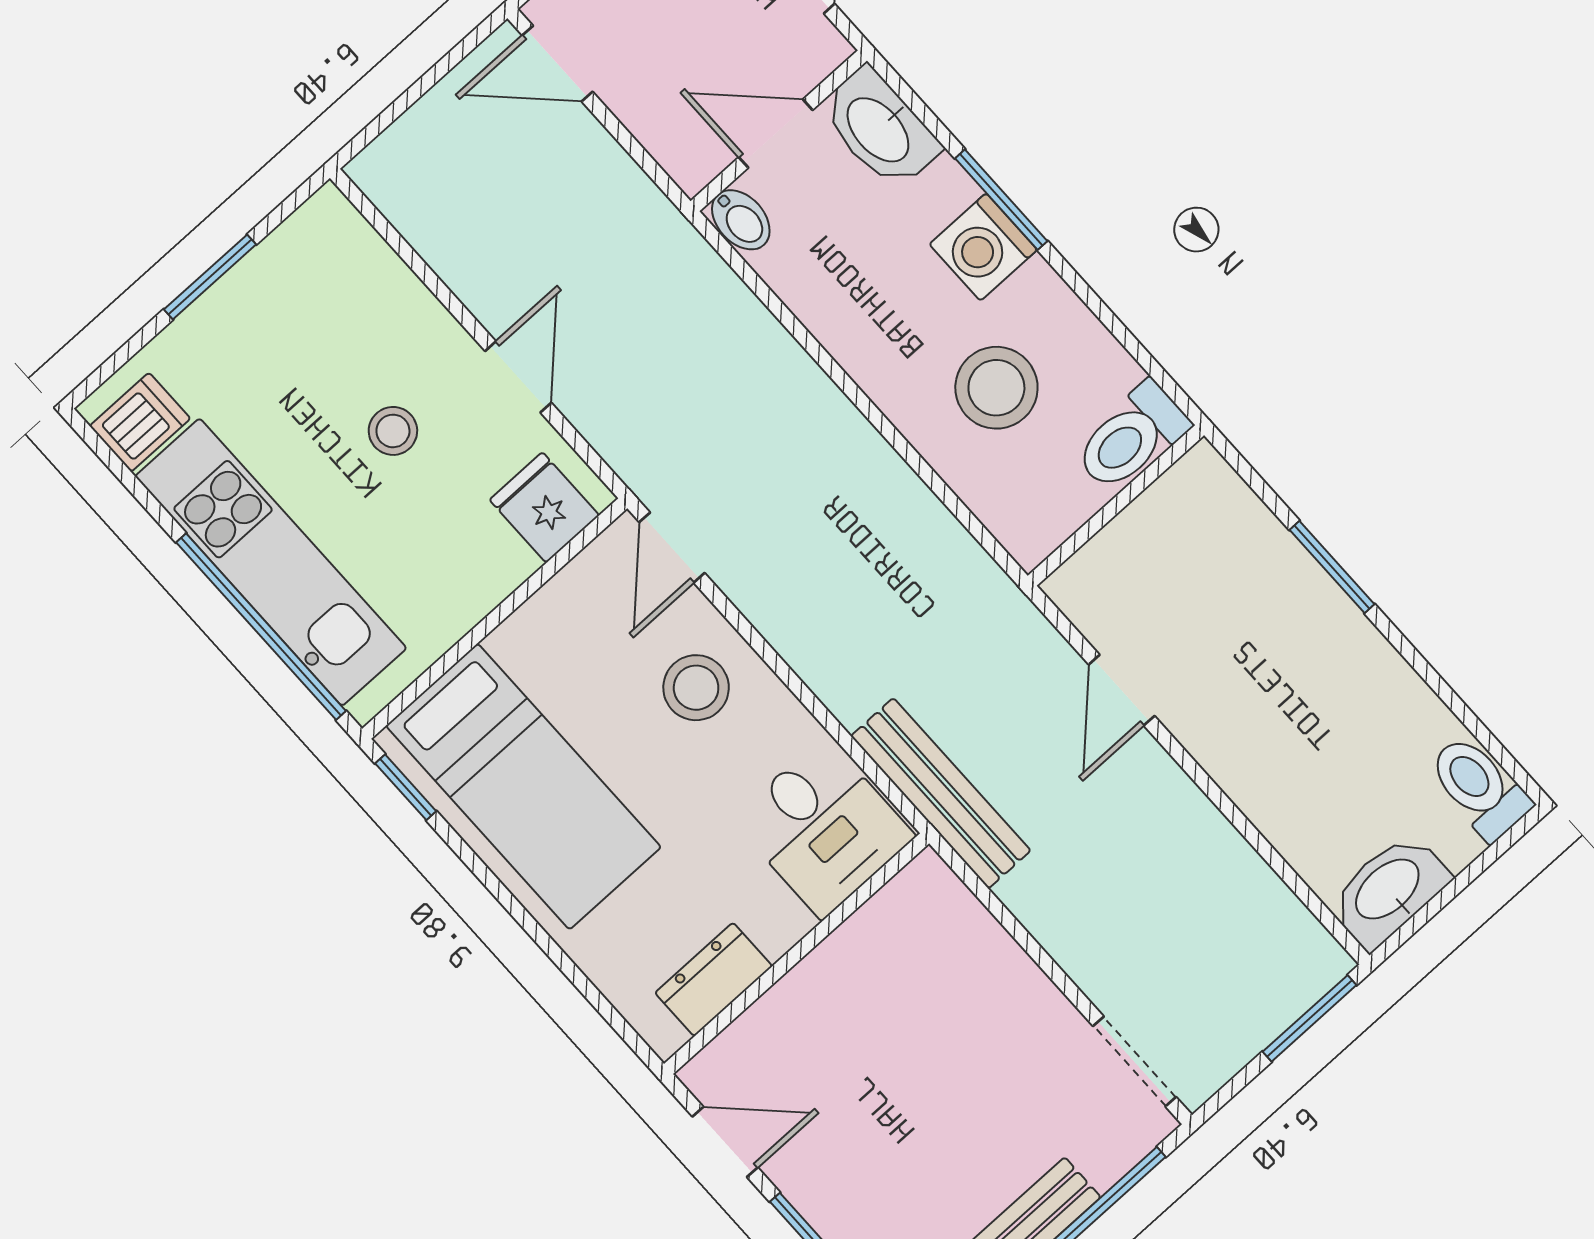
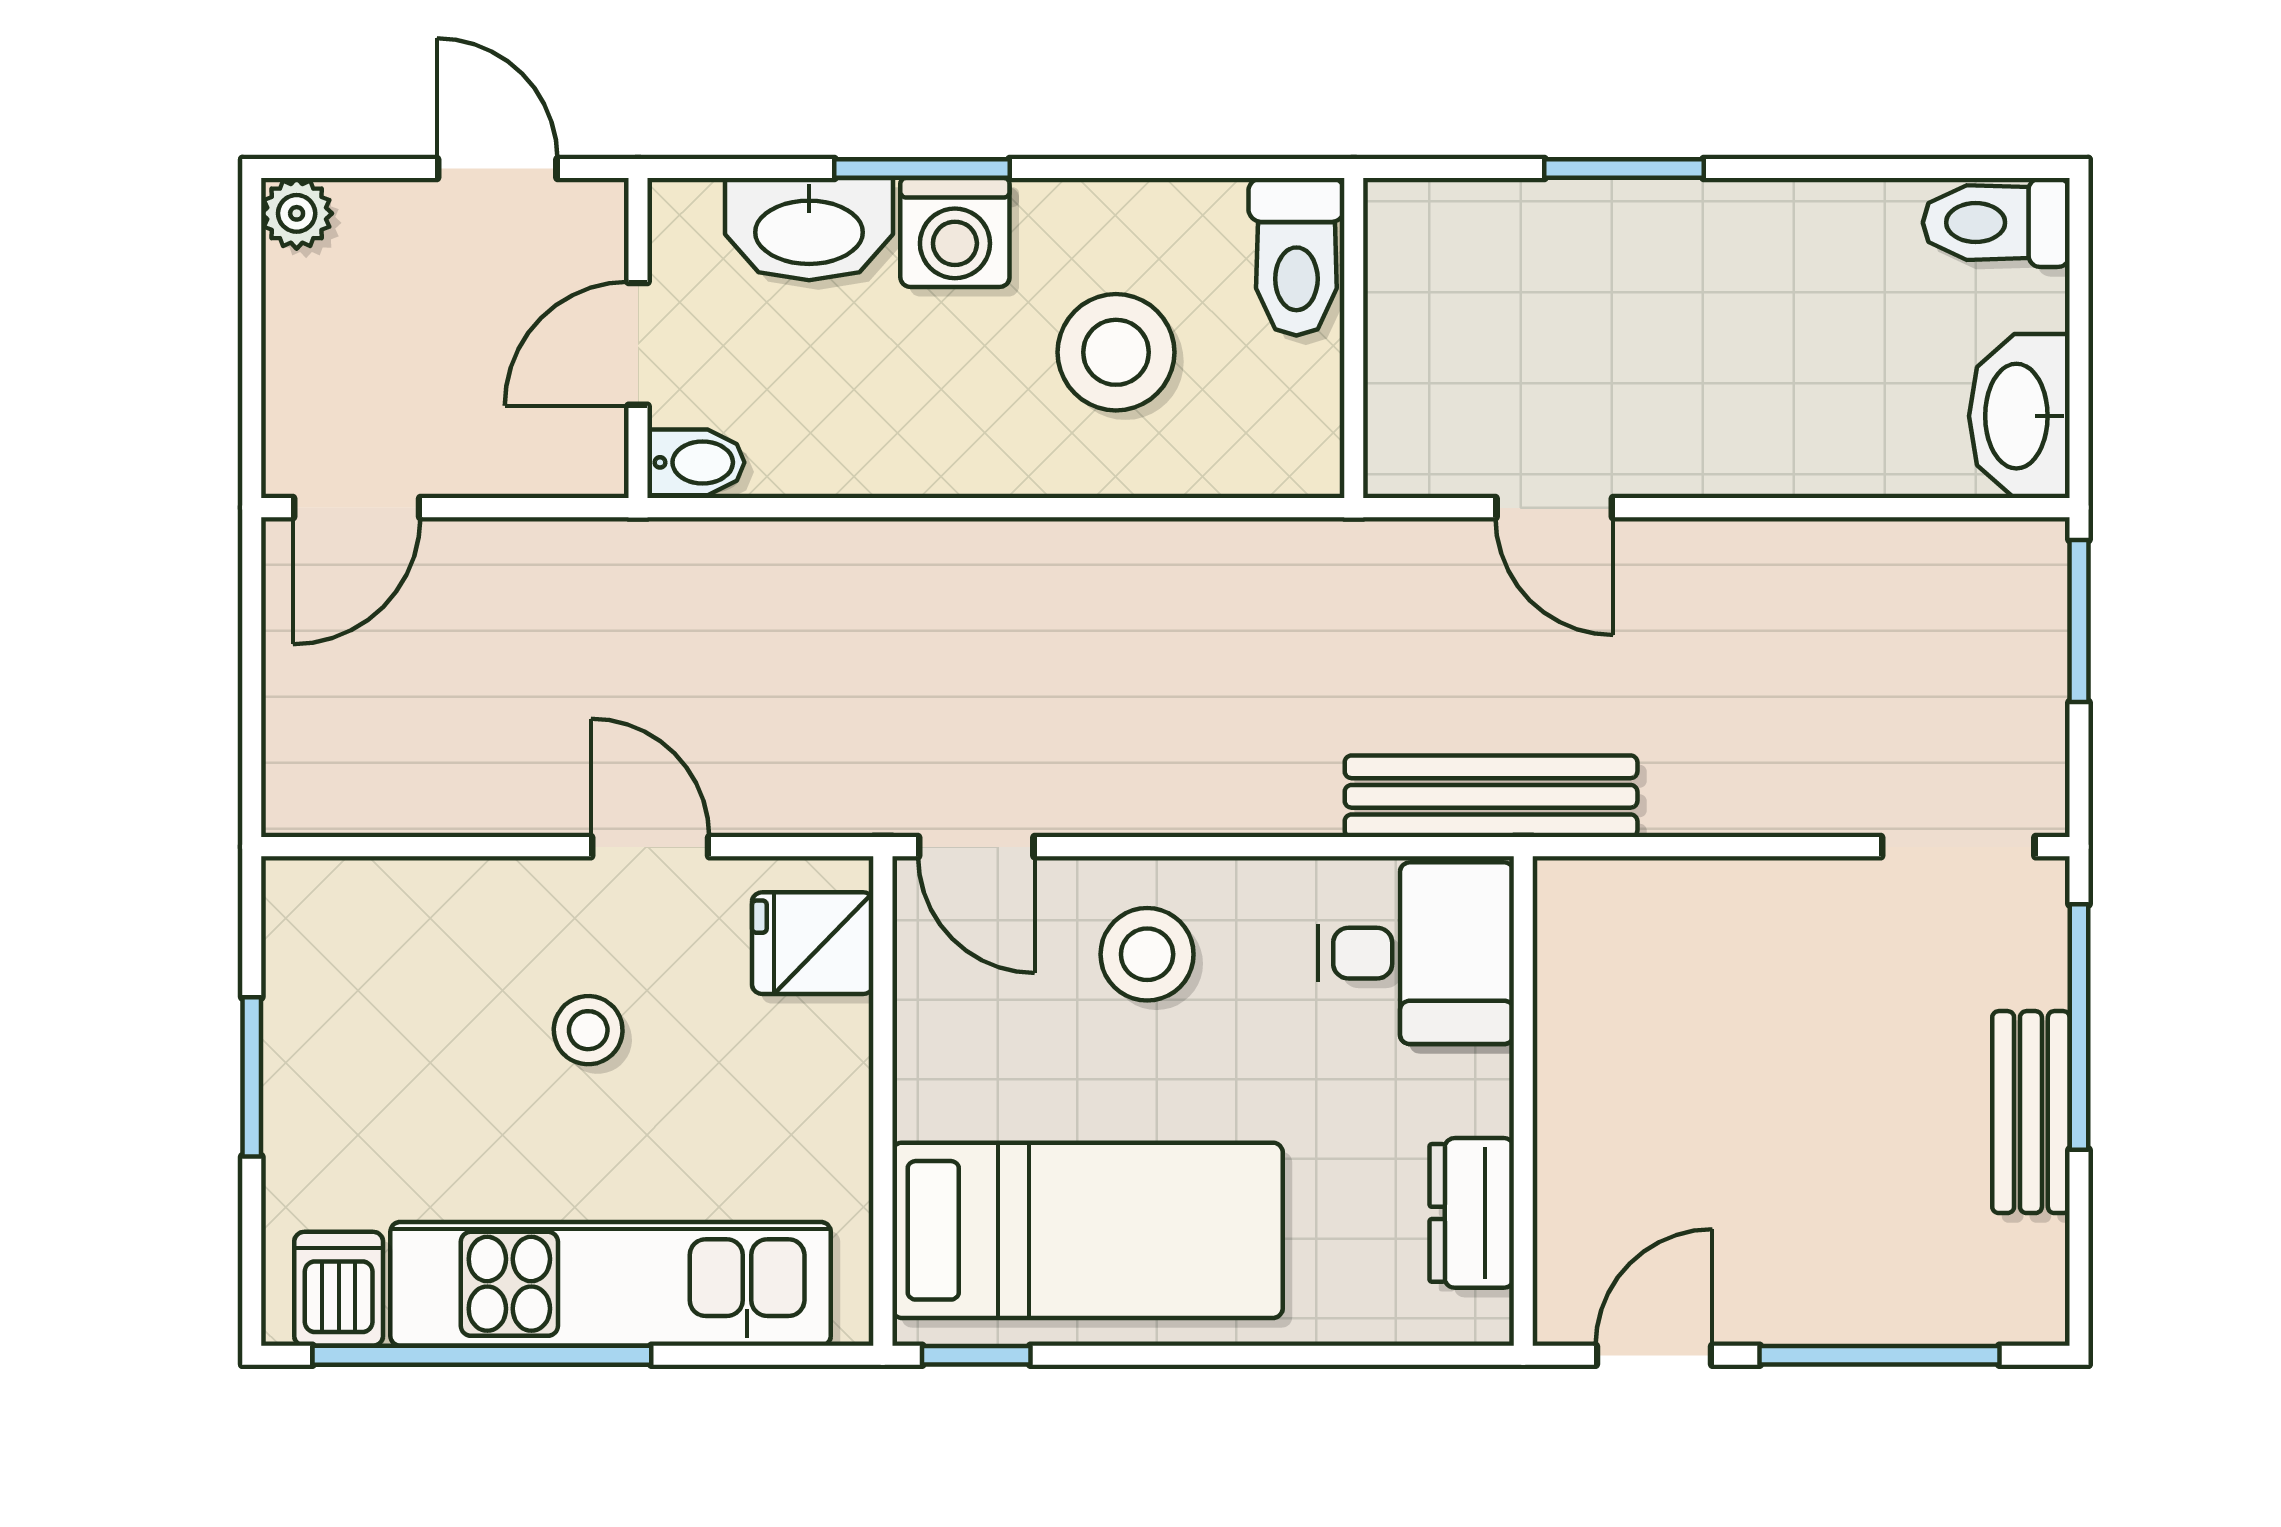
washbasin: (880, 128) -> (809, 229), moved
window: (261, 627) -> (482, 1355), moved

